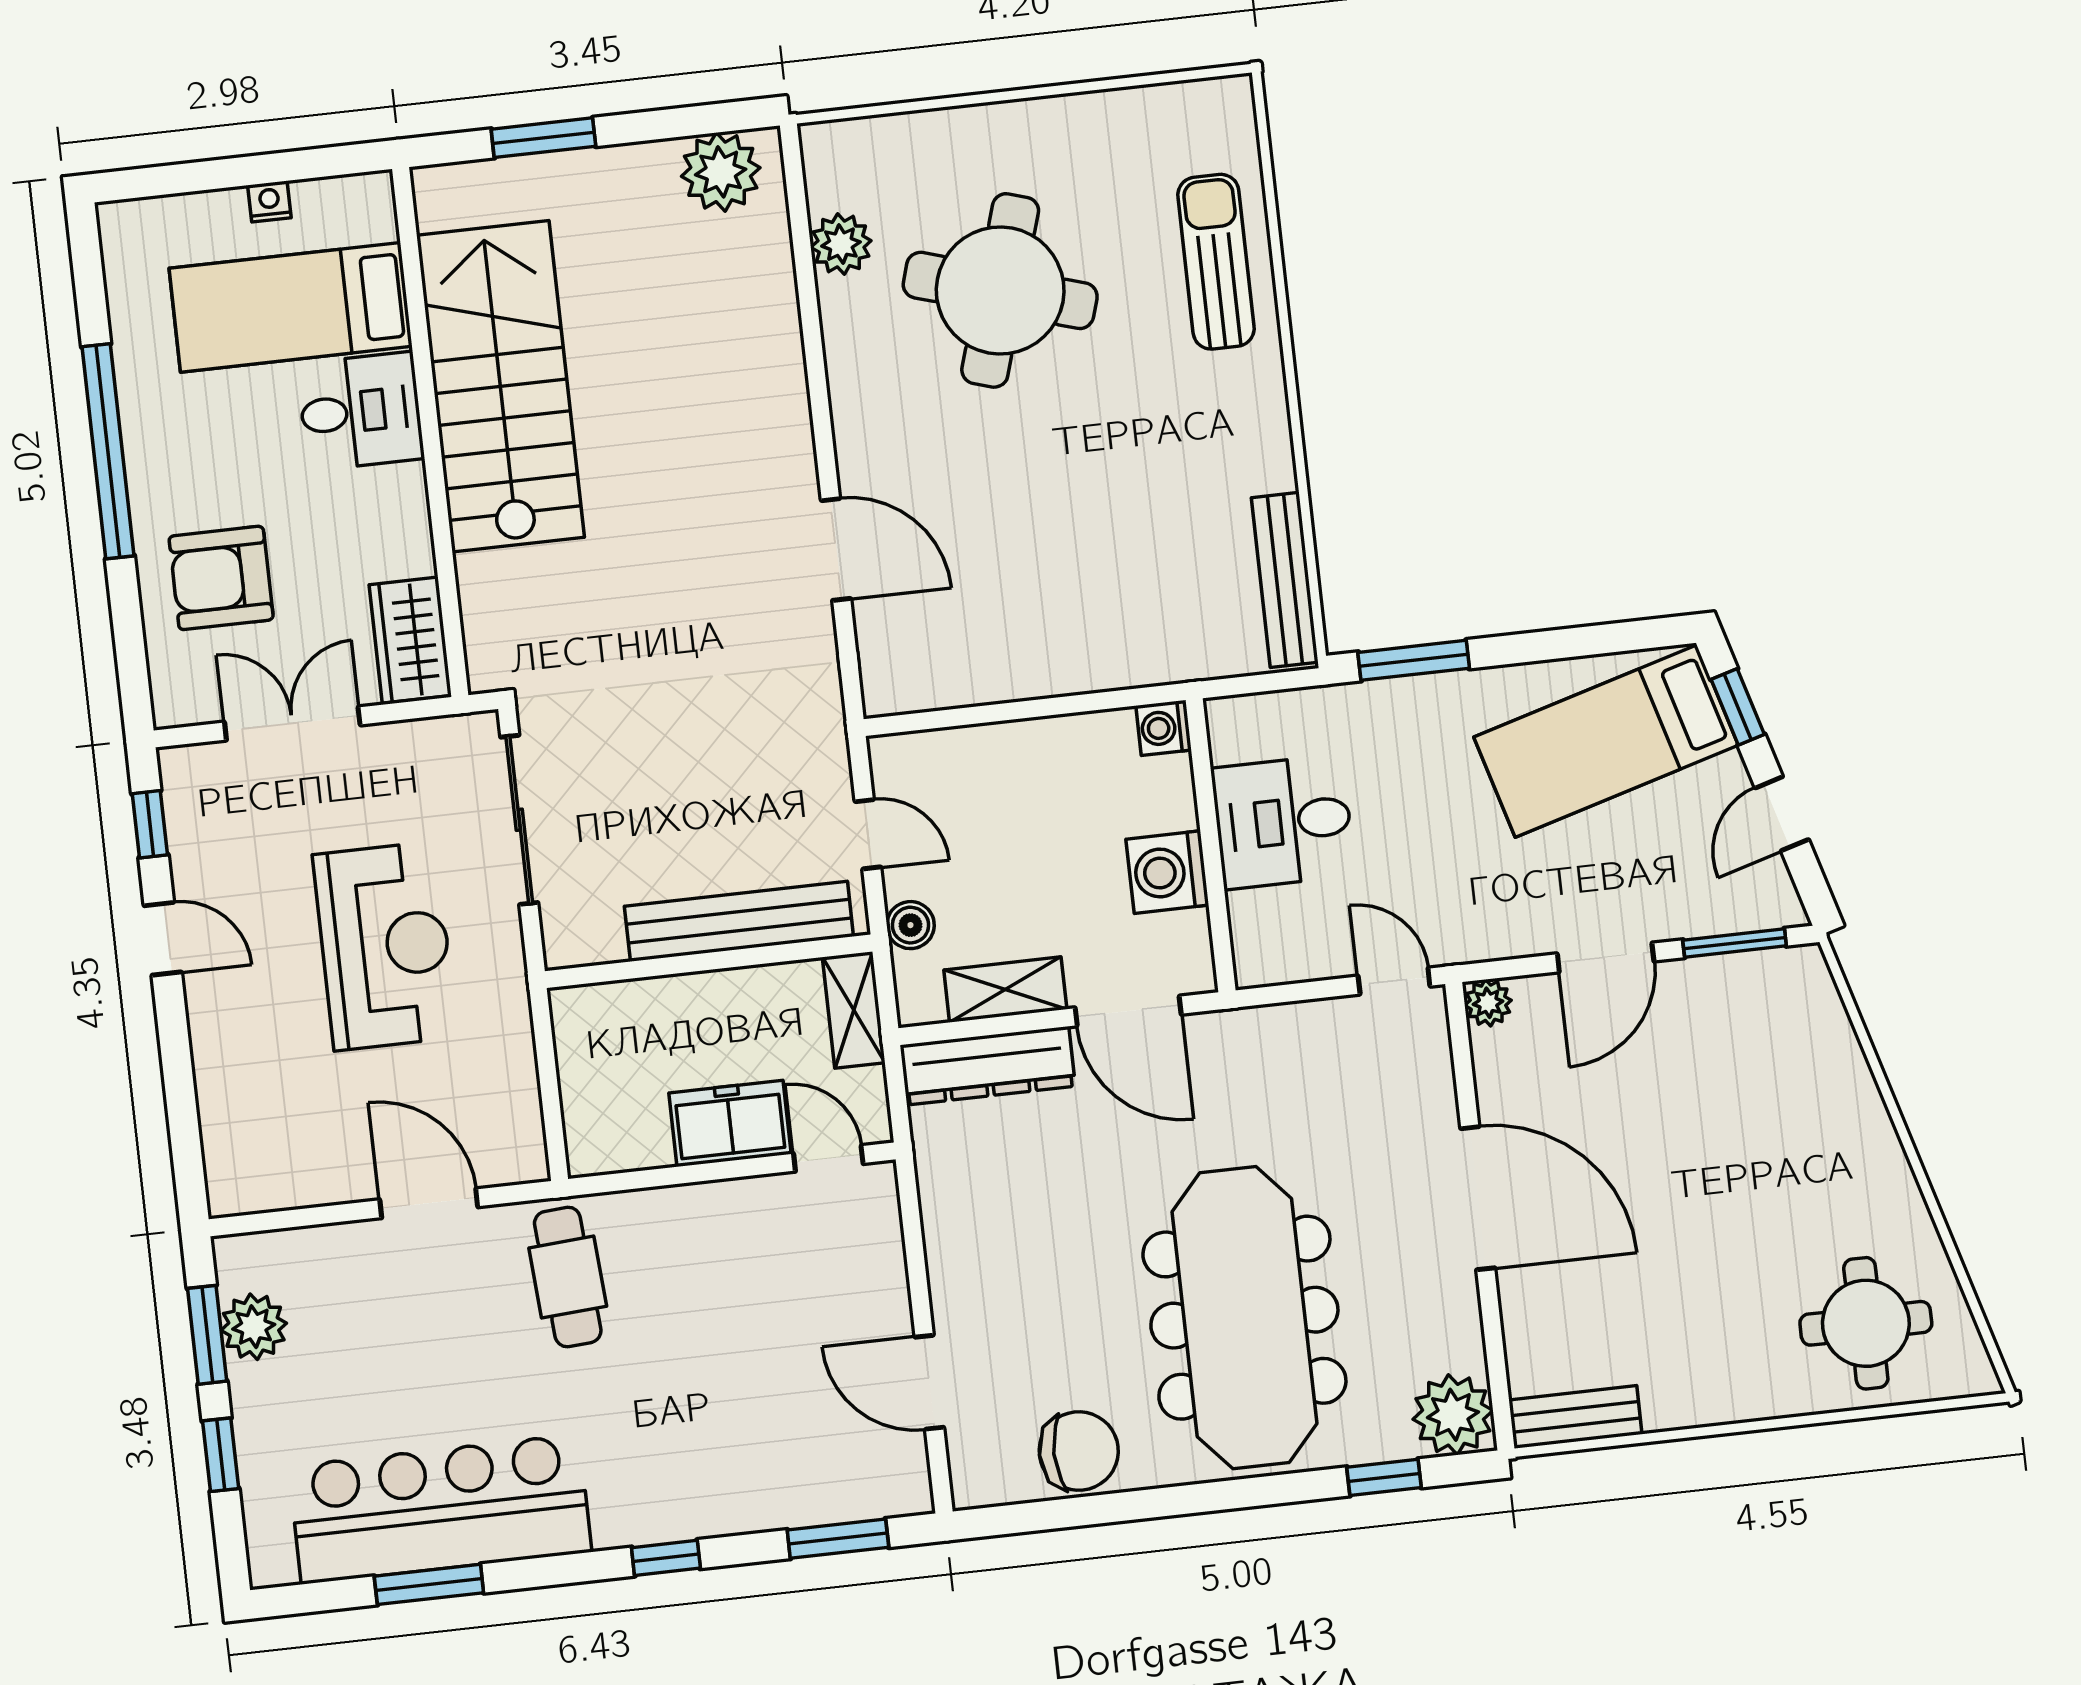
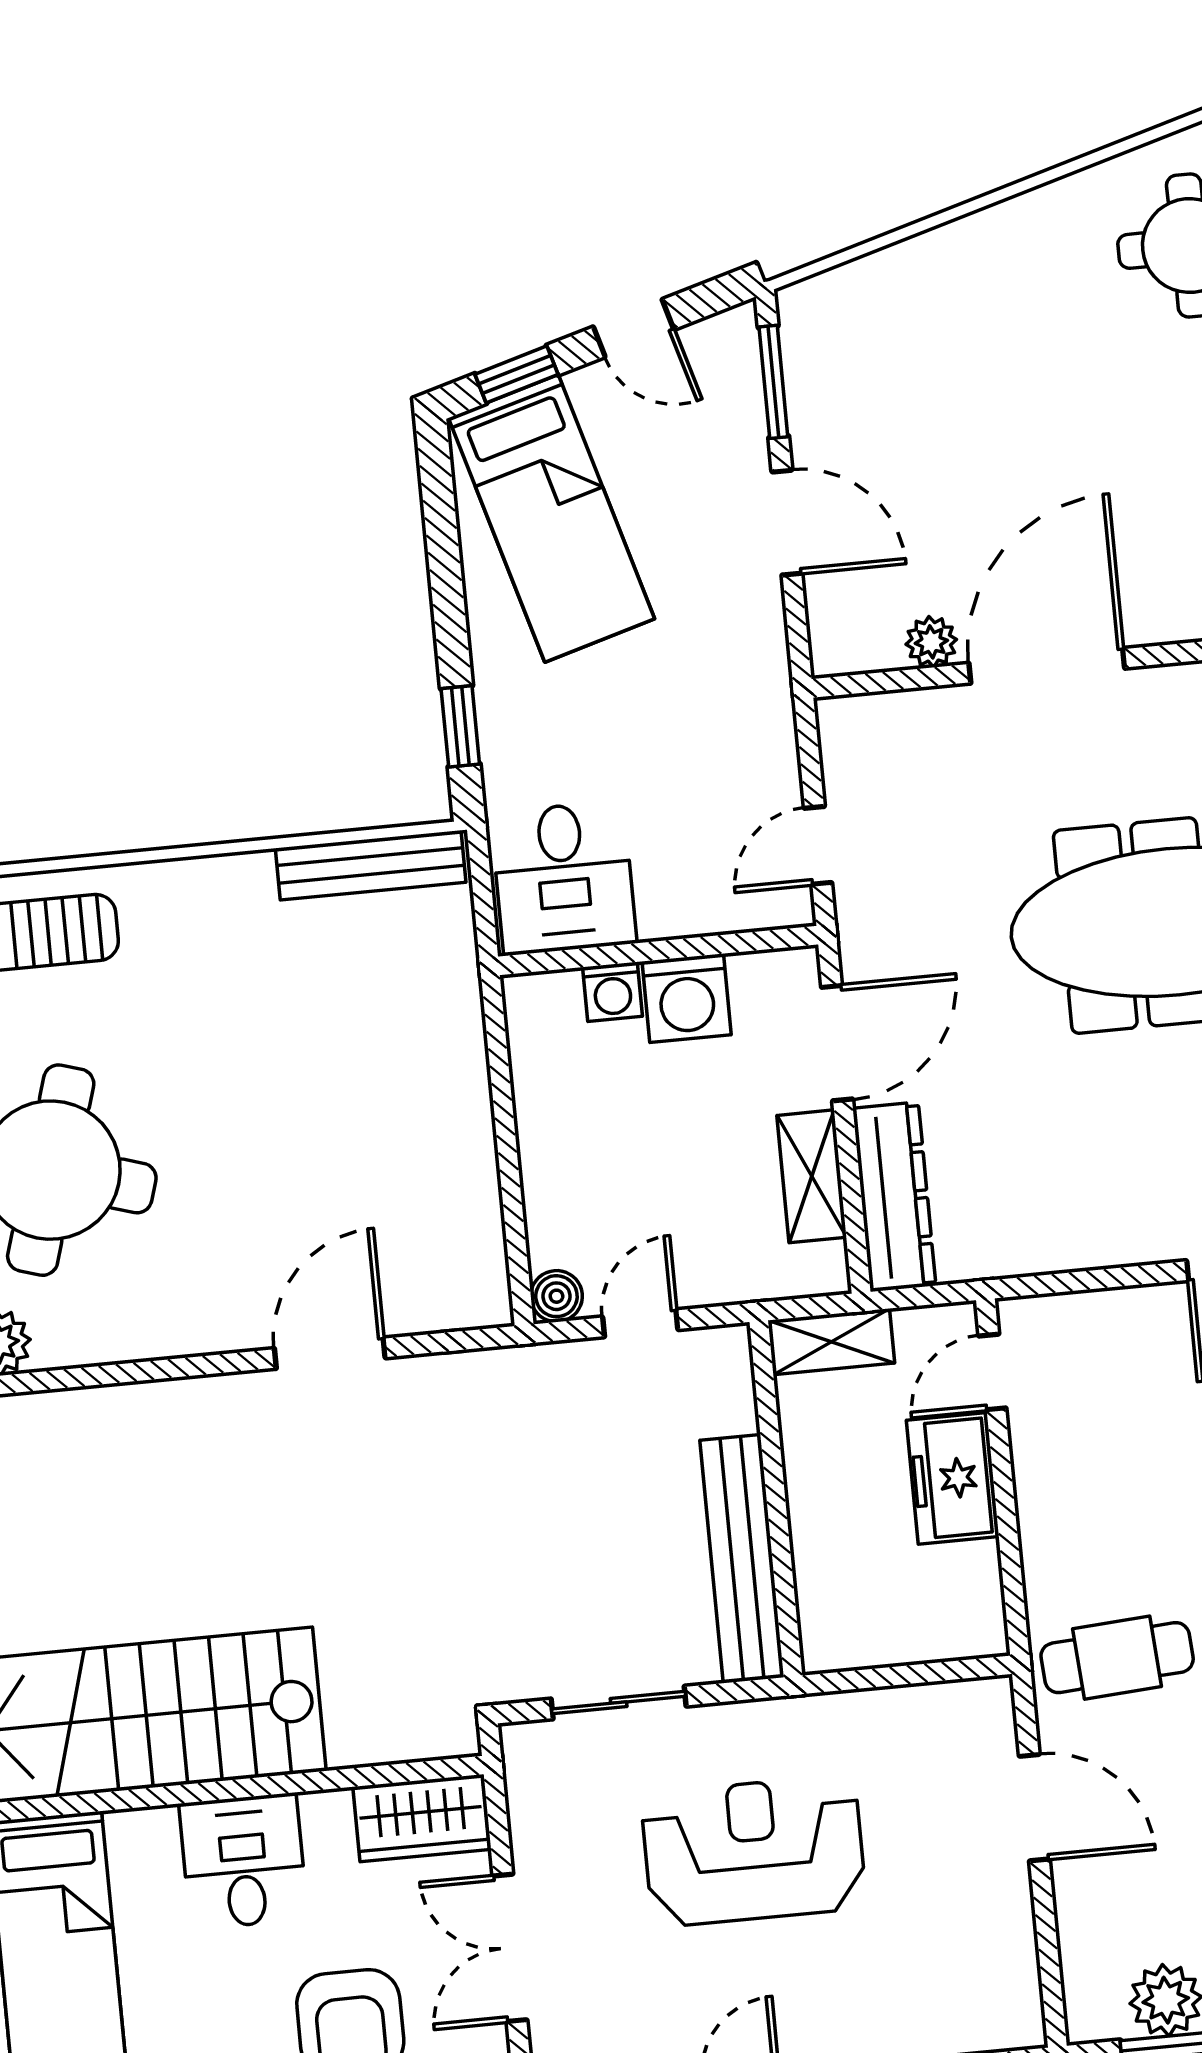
desk: (361, 411) -> (243, 1861), moved
window: (1414, 660) -> (460, 726), width x0.67
washing machine: (1164, 728) -> (613, 992), moved
sliding door: (519, 820) -> (619, 1703), width x0.73
desk: (1283, 822) -> (564, 878), moved
bench: (739, 921) -> (742, 1559), moved
boiler: (910, 925) -> (556, 1296), moved
door: (1394, 981) -> (818, 845), moved
plant: (1488, 1003) -> (931, 642), moved
door: (429, 1203) -> (1034, 1808), swing flipped

